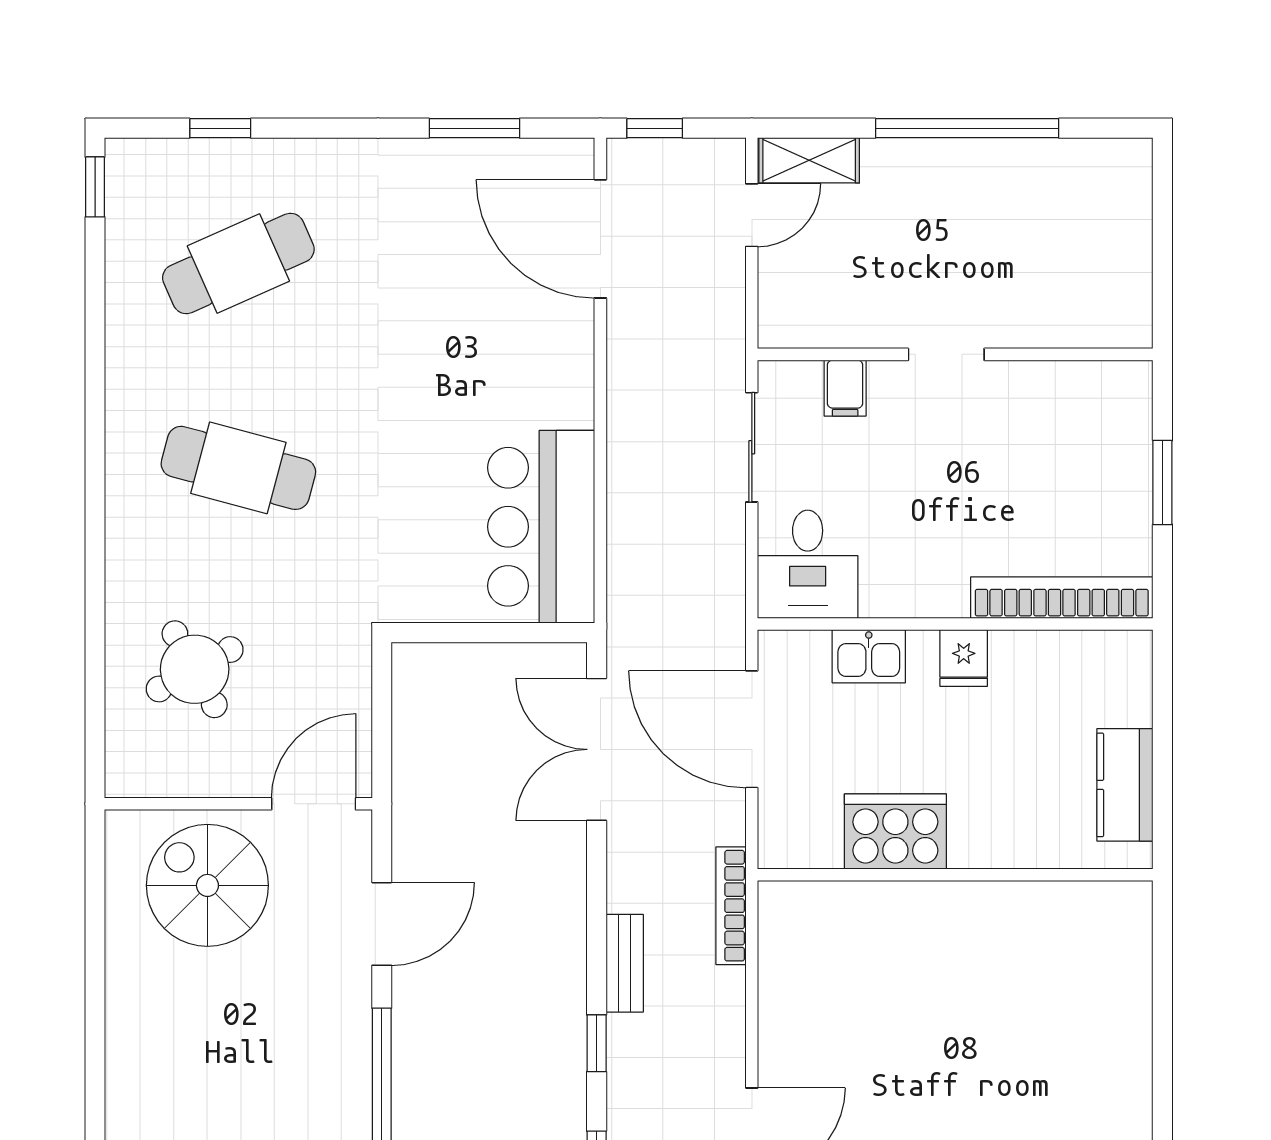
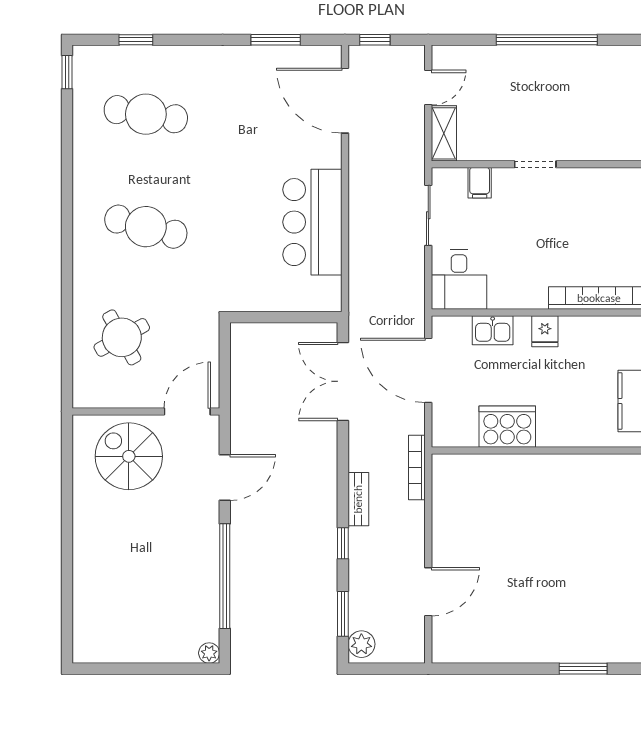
shelving: (809, 160) -> (444, 133), moved, turned 90
cafe table: (238, 263) -> (146, 114), turned 33
bar counter: (541, 527) -> (312, 222), moved

